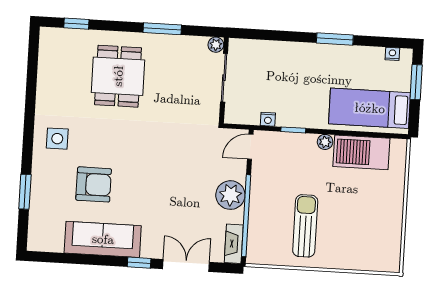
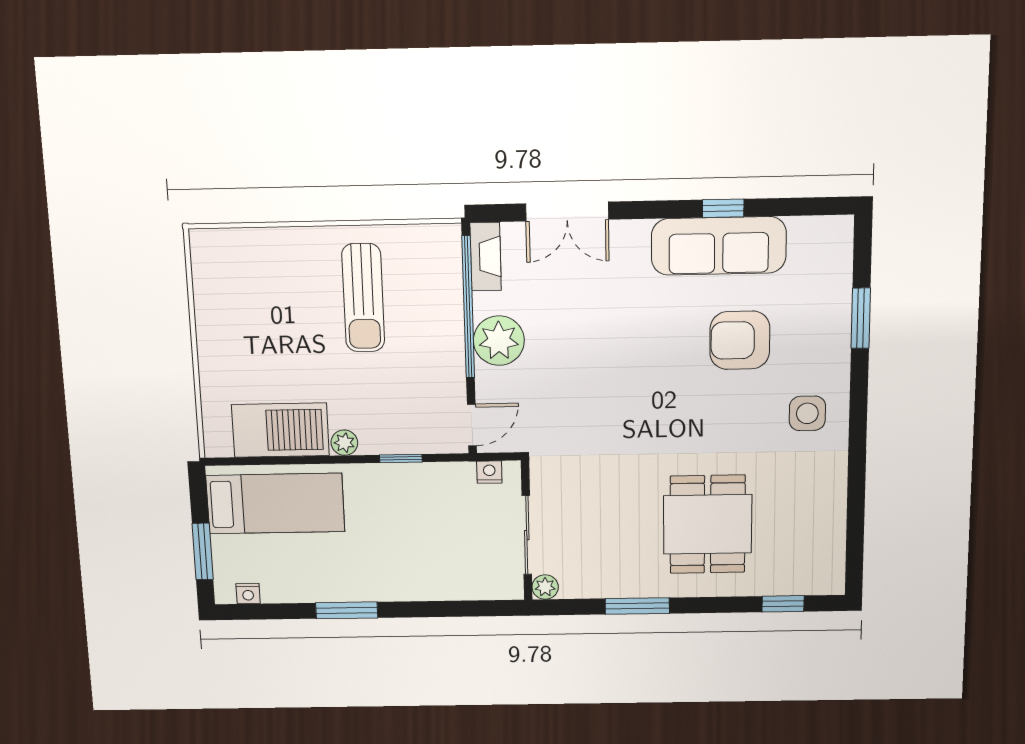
nightstand: (268, 119) -> (489, 472), moved
window: (139, 263) -> (723, 208), moved

